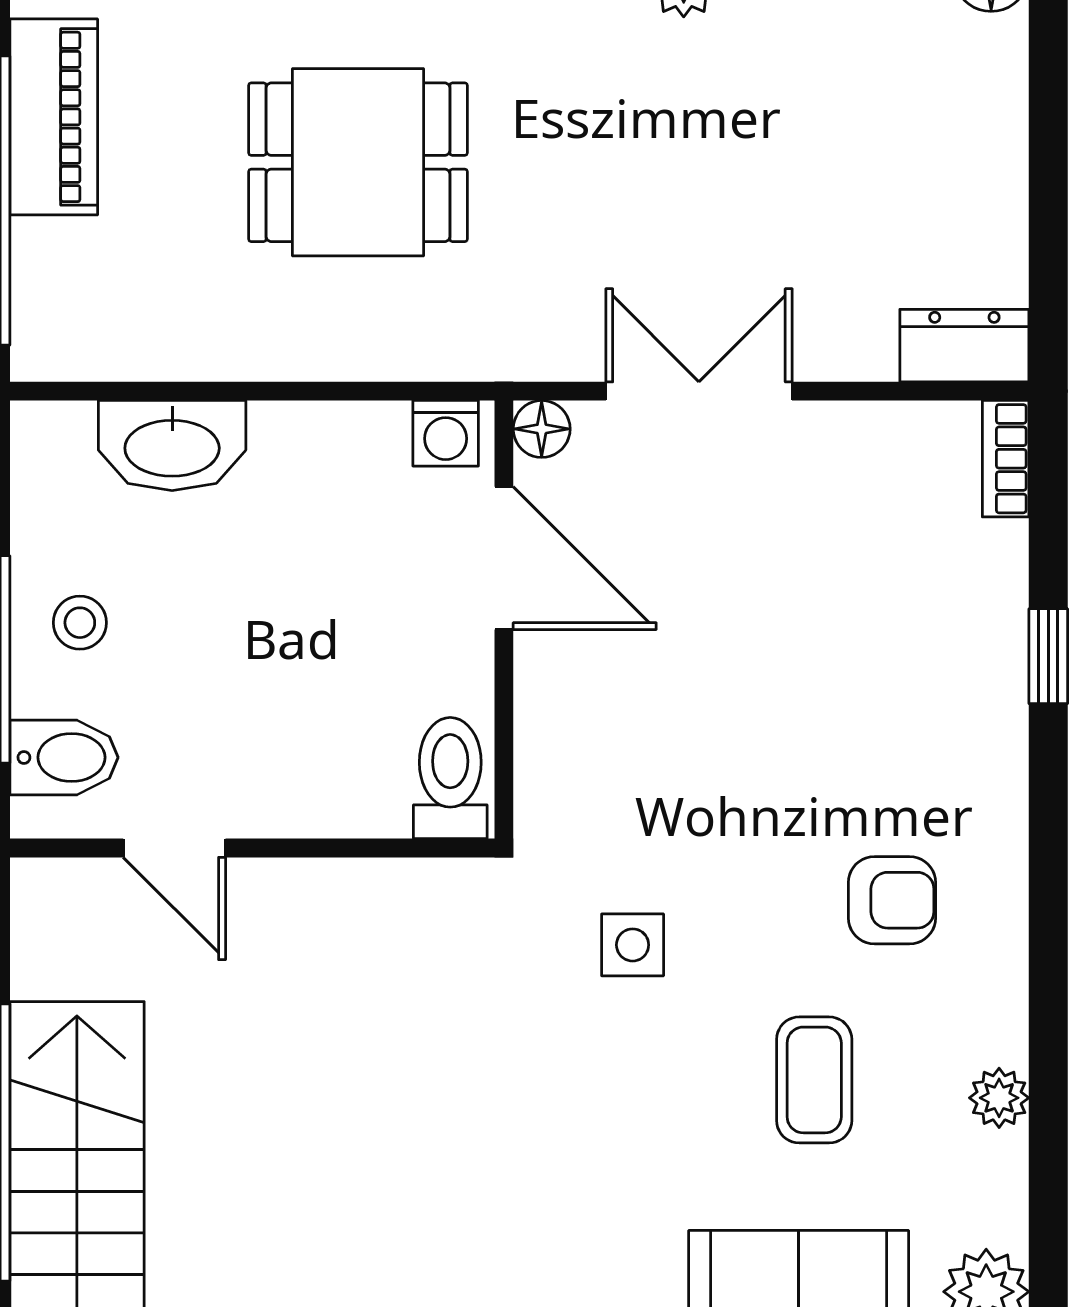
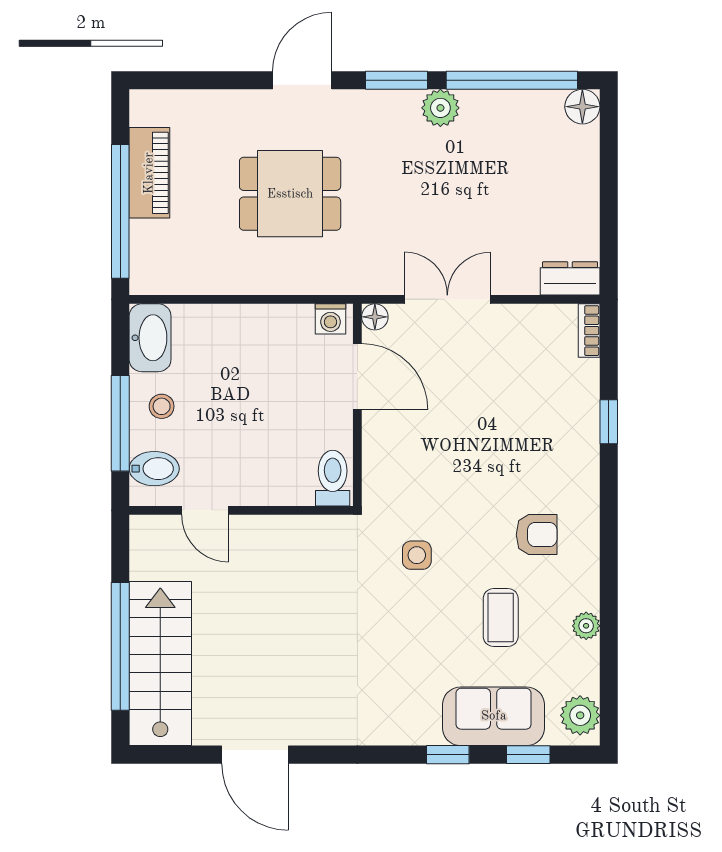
washbasin: (172, 446) -> (150, 338), moved, turned -90

